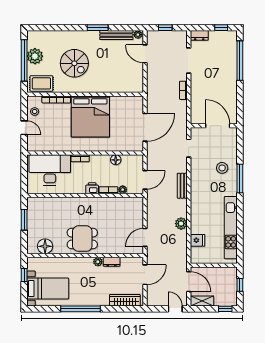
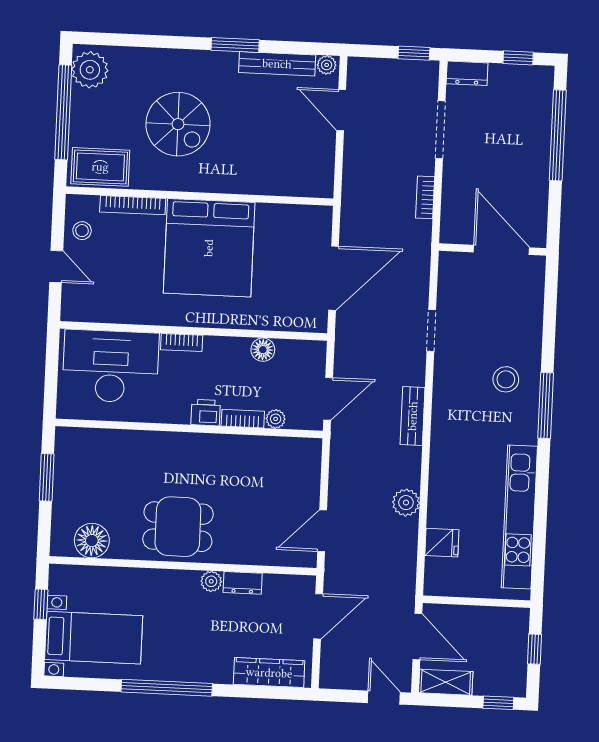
window: (165, 28) -> (414, 53), moved
plant: (35, 56) -> (90, 70), moved
wall: (214, 126) -> (493, 249), moved
door: (218, 126) -> (501, 250), moved

